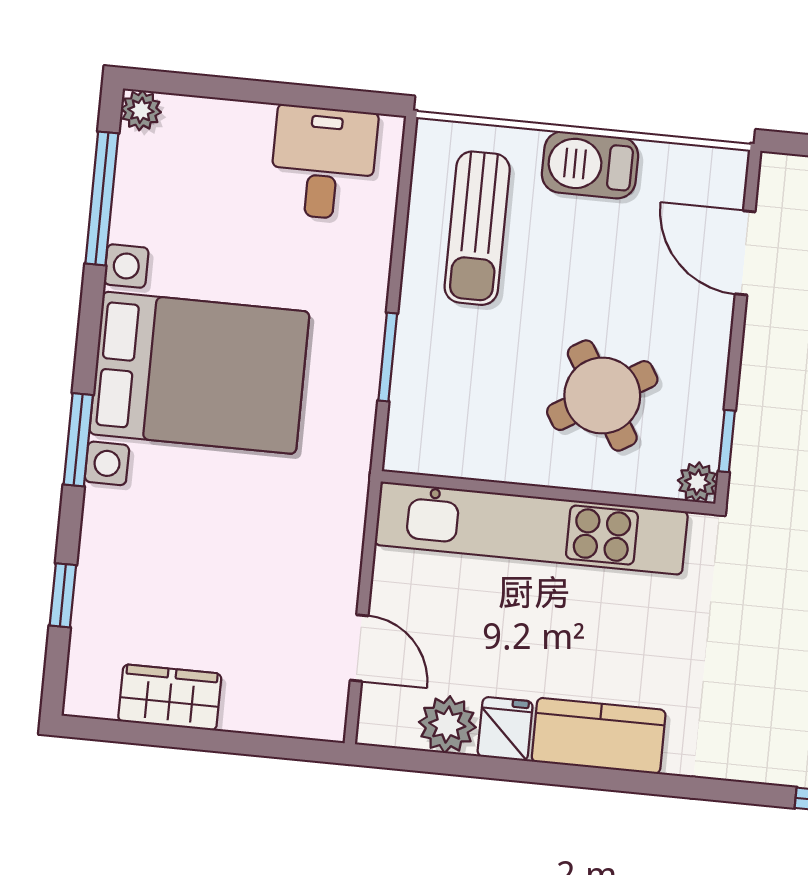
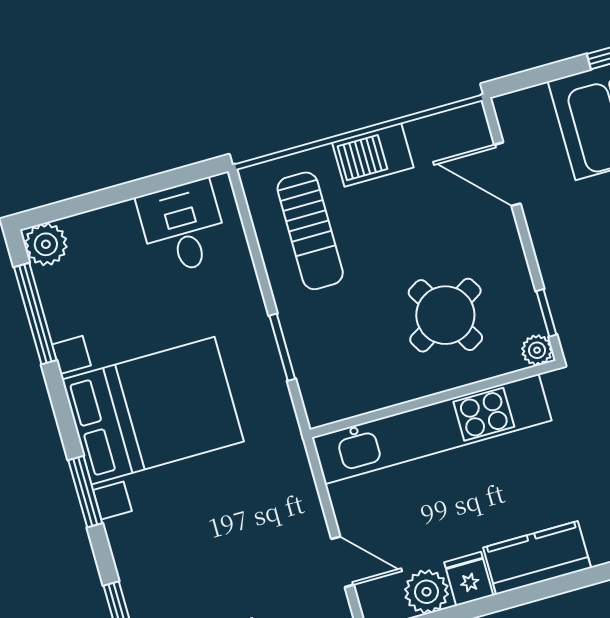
plant: (141, 110) -> (46, 244), width x1.38, depth x1.38

